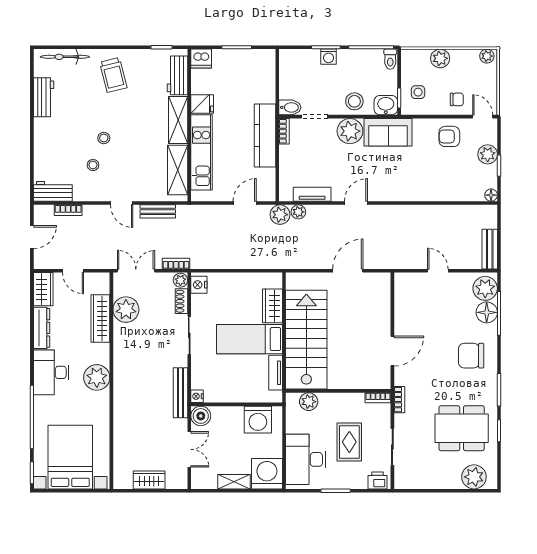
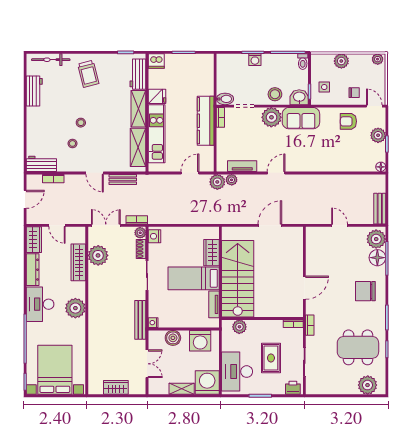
boiler: (201, 416) -> (173, 338), moved

